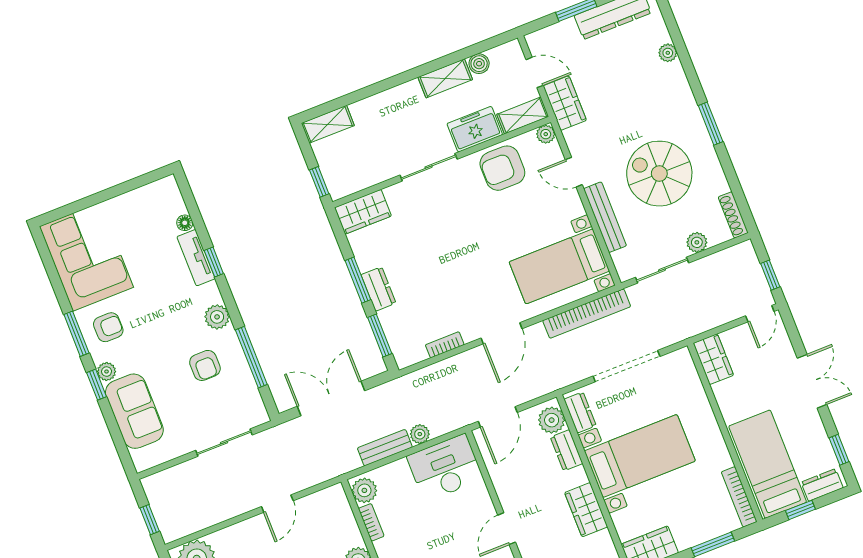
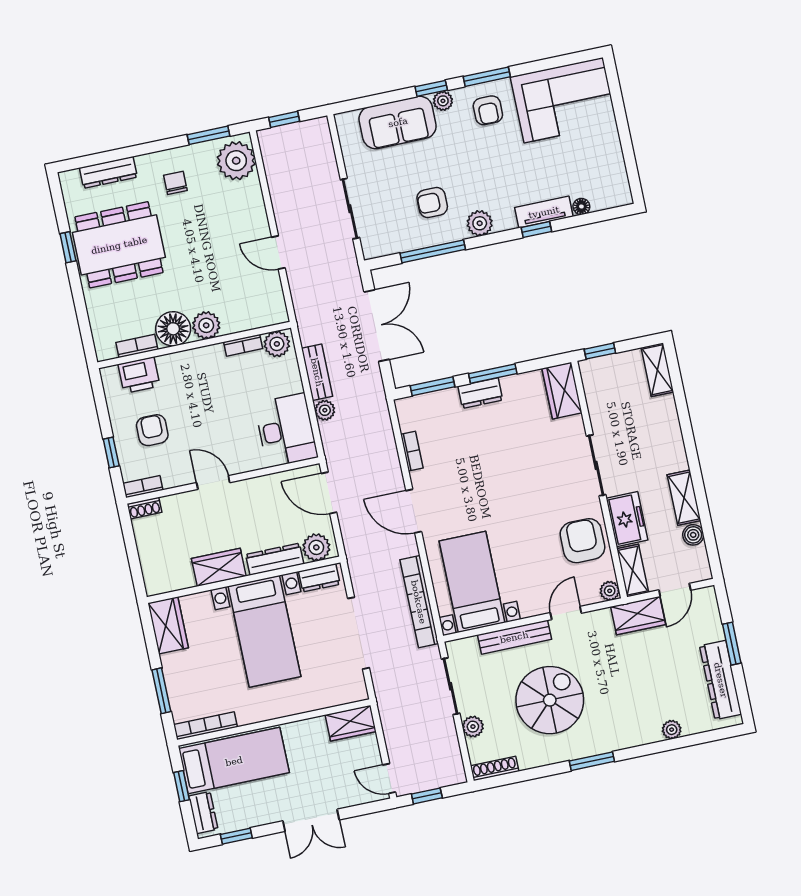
dresser: (567, 450) -> (275, 559), width x1.44

